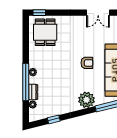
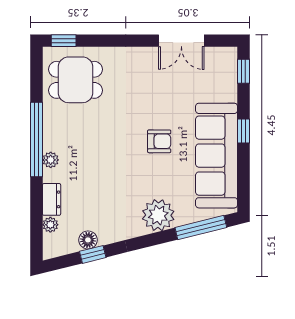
dining table: (45, 32) -> (75, 80), turned 90
window: (26, 82) -> (36, 140), moved
floor lamp: (51, 112) -> (88, 240), added

